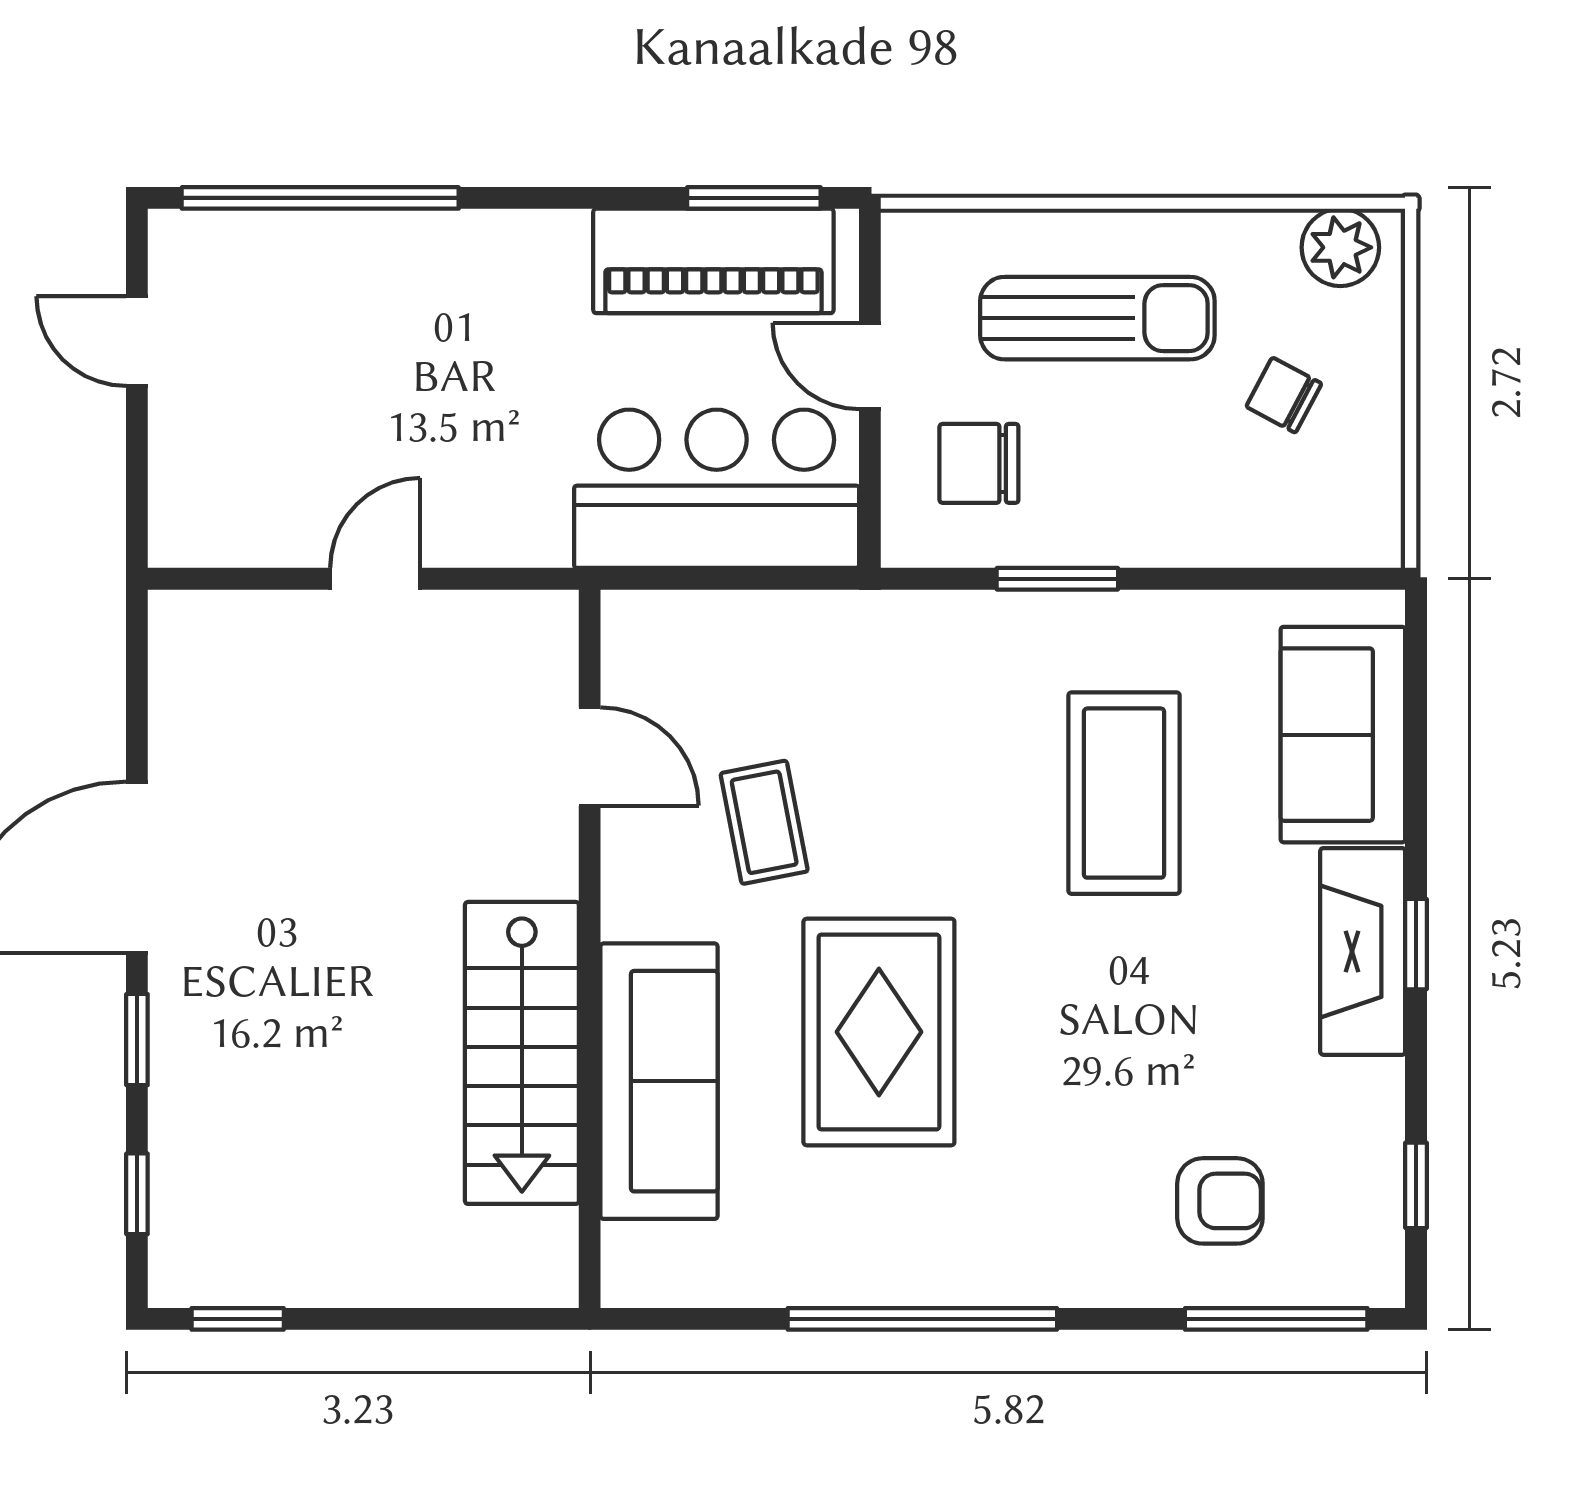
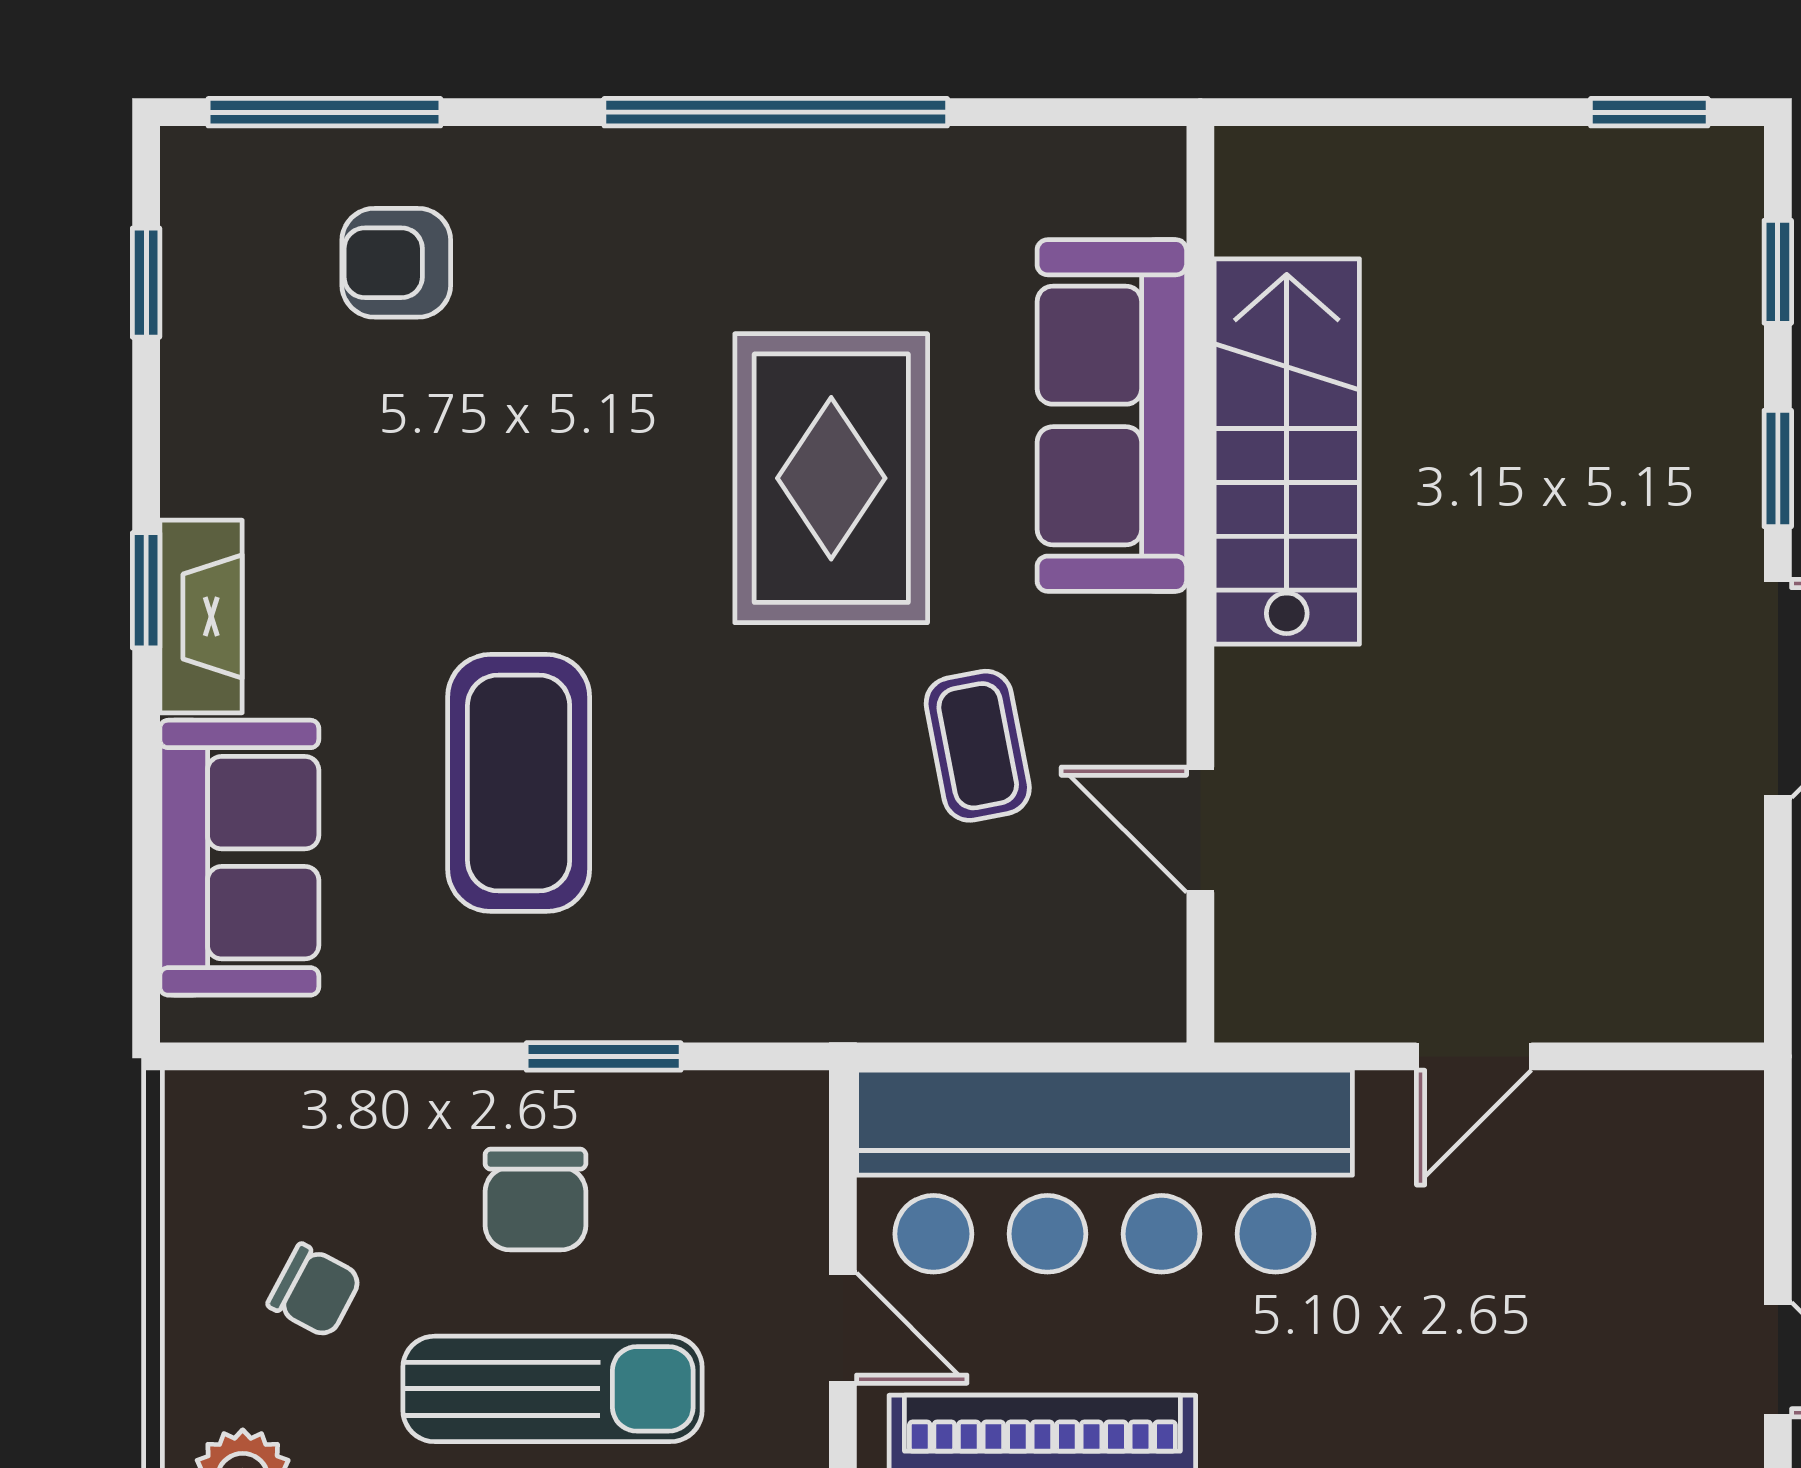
sun lounger: (1097, 318) -> (553, 1389), turned 180
chair: (979, 463) -> (535, 1199), moved, turned 90
bar counter: (717, 489) -> (1104, 1171), width x1.36
fireplace: (1363, 951) -> (201, 617), width x0.73, depth x0.76

